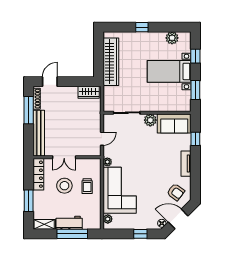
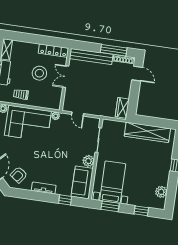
bed with nightstands: (169, 71) -> (113, 182), moved
trolley: (87, 186) -> (21, 94), moved
window: (29, 201) -> (30, 38), removed

